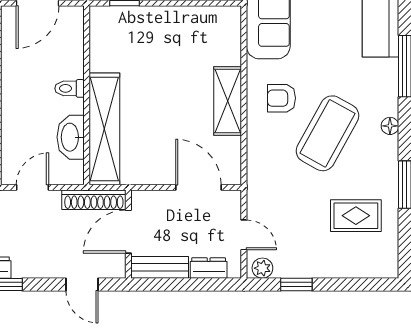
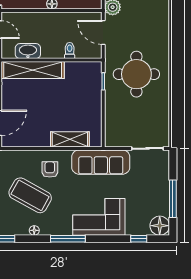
toilet: (70, 88) -> (70, 50), moved
shelving: (228, 101) -> (70, 139), moved

